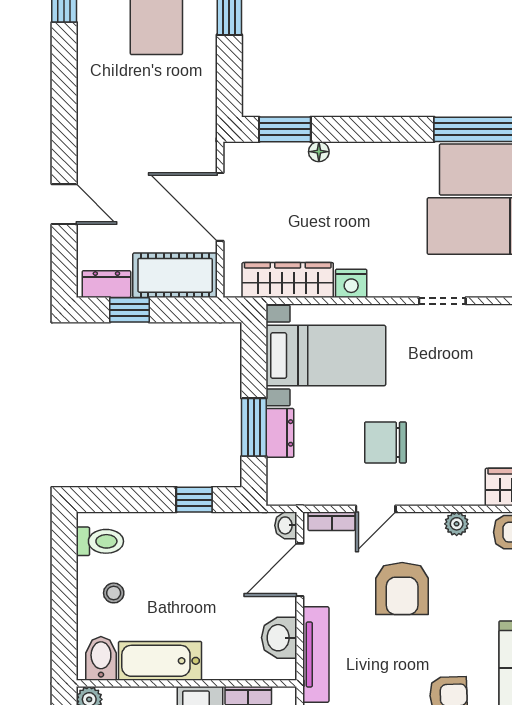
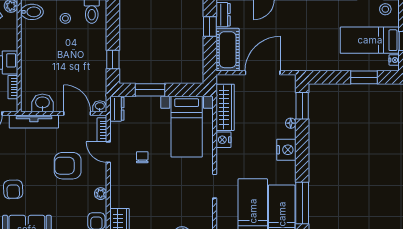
nightstand: (371, 160) -> (286, 150), added
dresser: (280, 433) -> (117, 109), moved, turned -90
chair: (385, 442) -> (142, 157), width x0.54, depth x0.54
bathtub: (160, 661) -> (31, 42), removed

